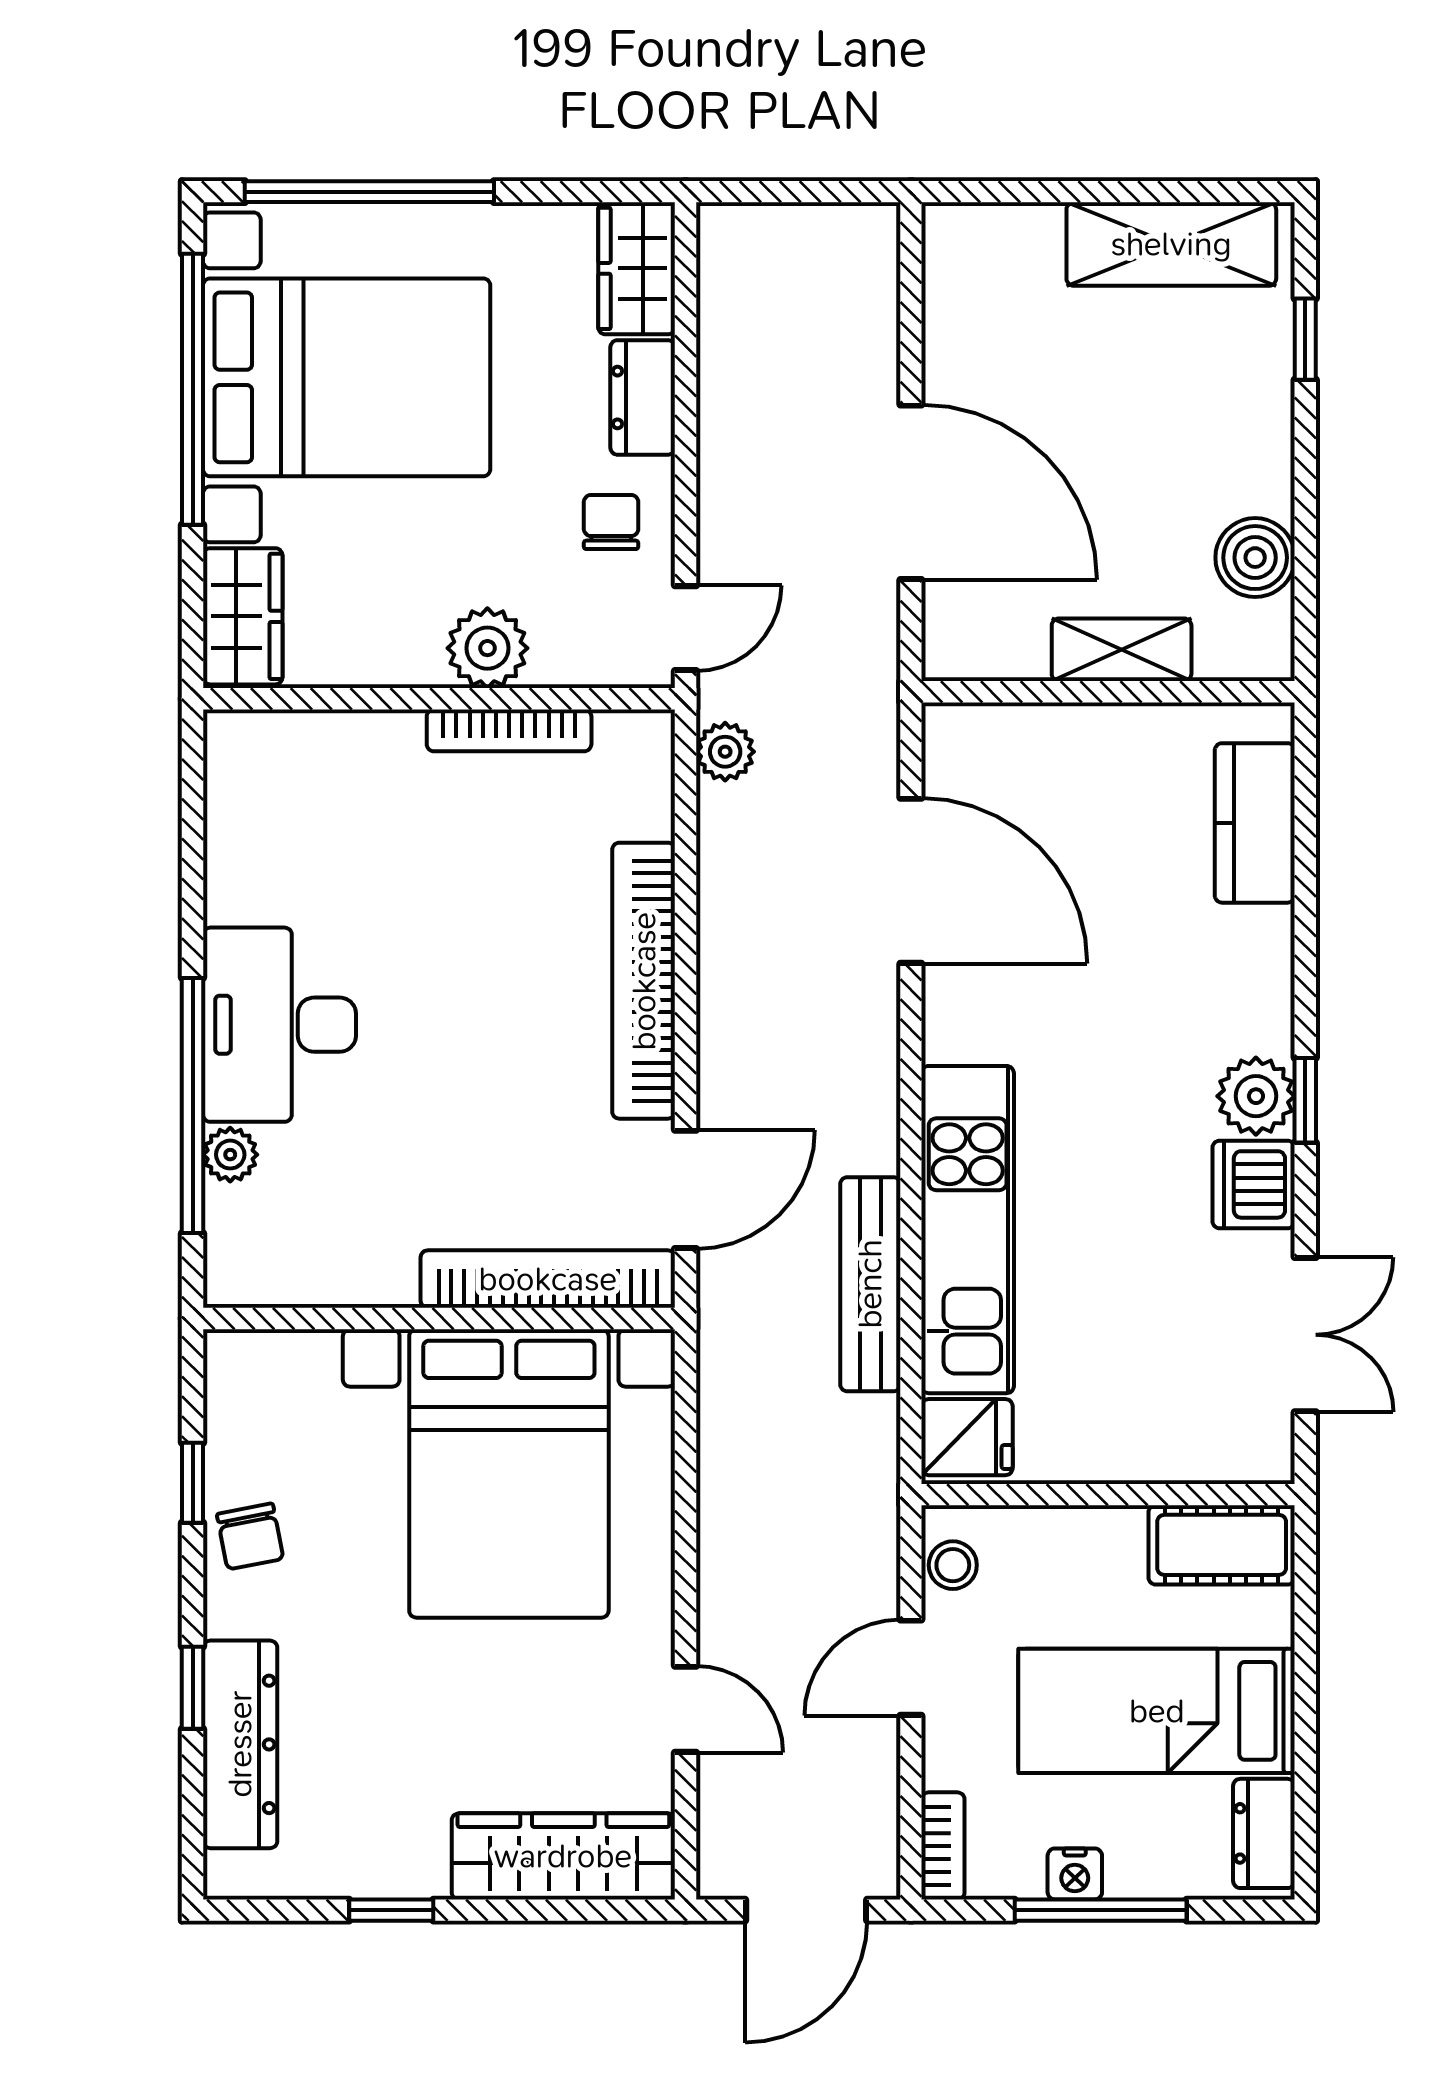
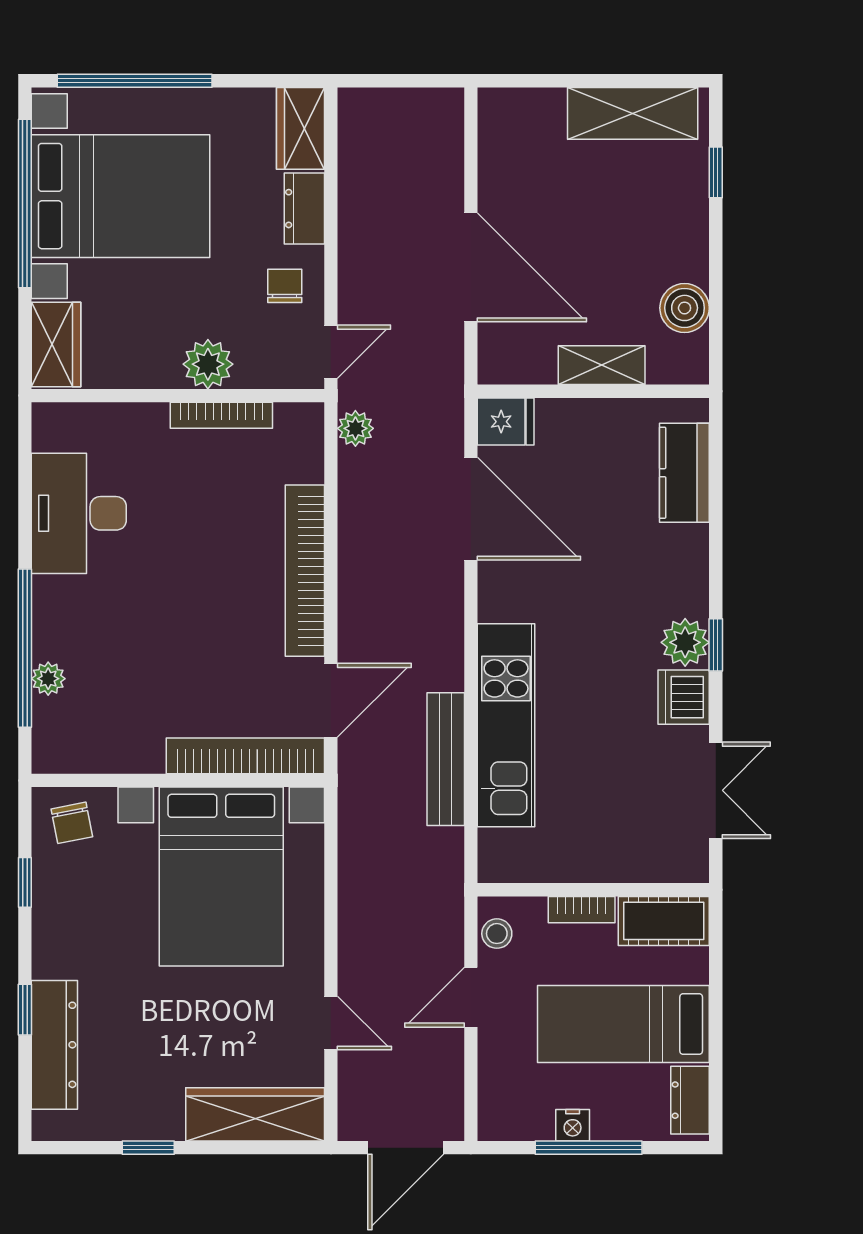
desk: (279, 1025) -> (79, 513), moved
fridge: (967, 1437) -> (506, 422), moved
chair: (250, 1536) -> (72, 823), moved
bookcase: (943, 1846) -> (582, 910), moved, turned 90

